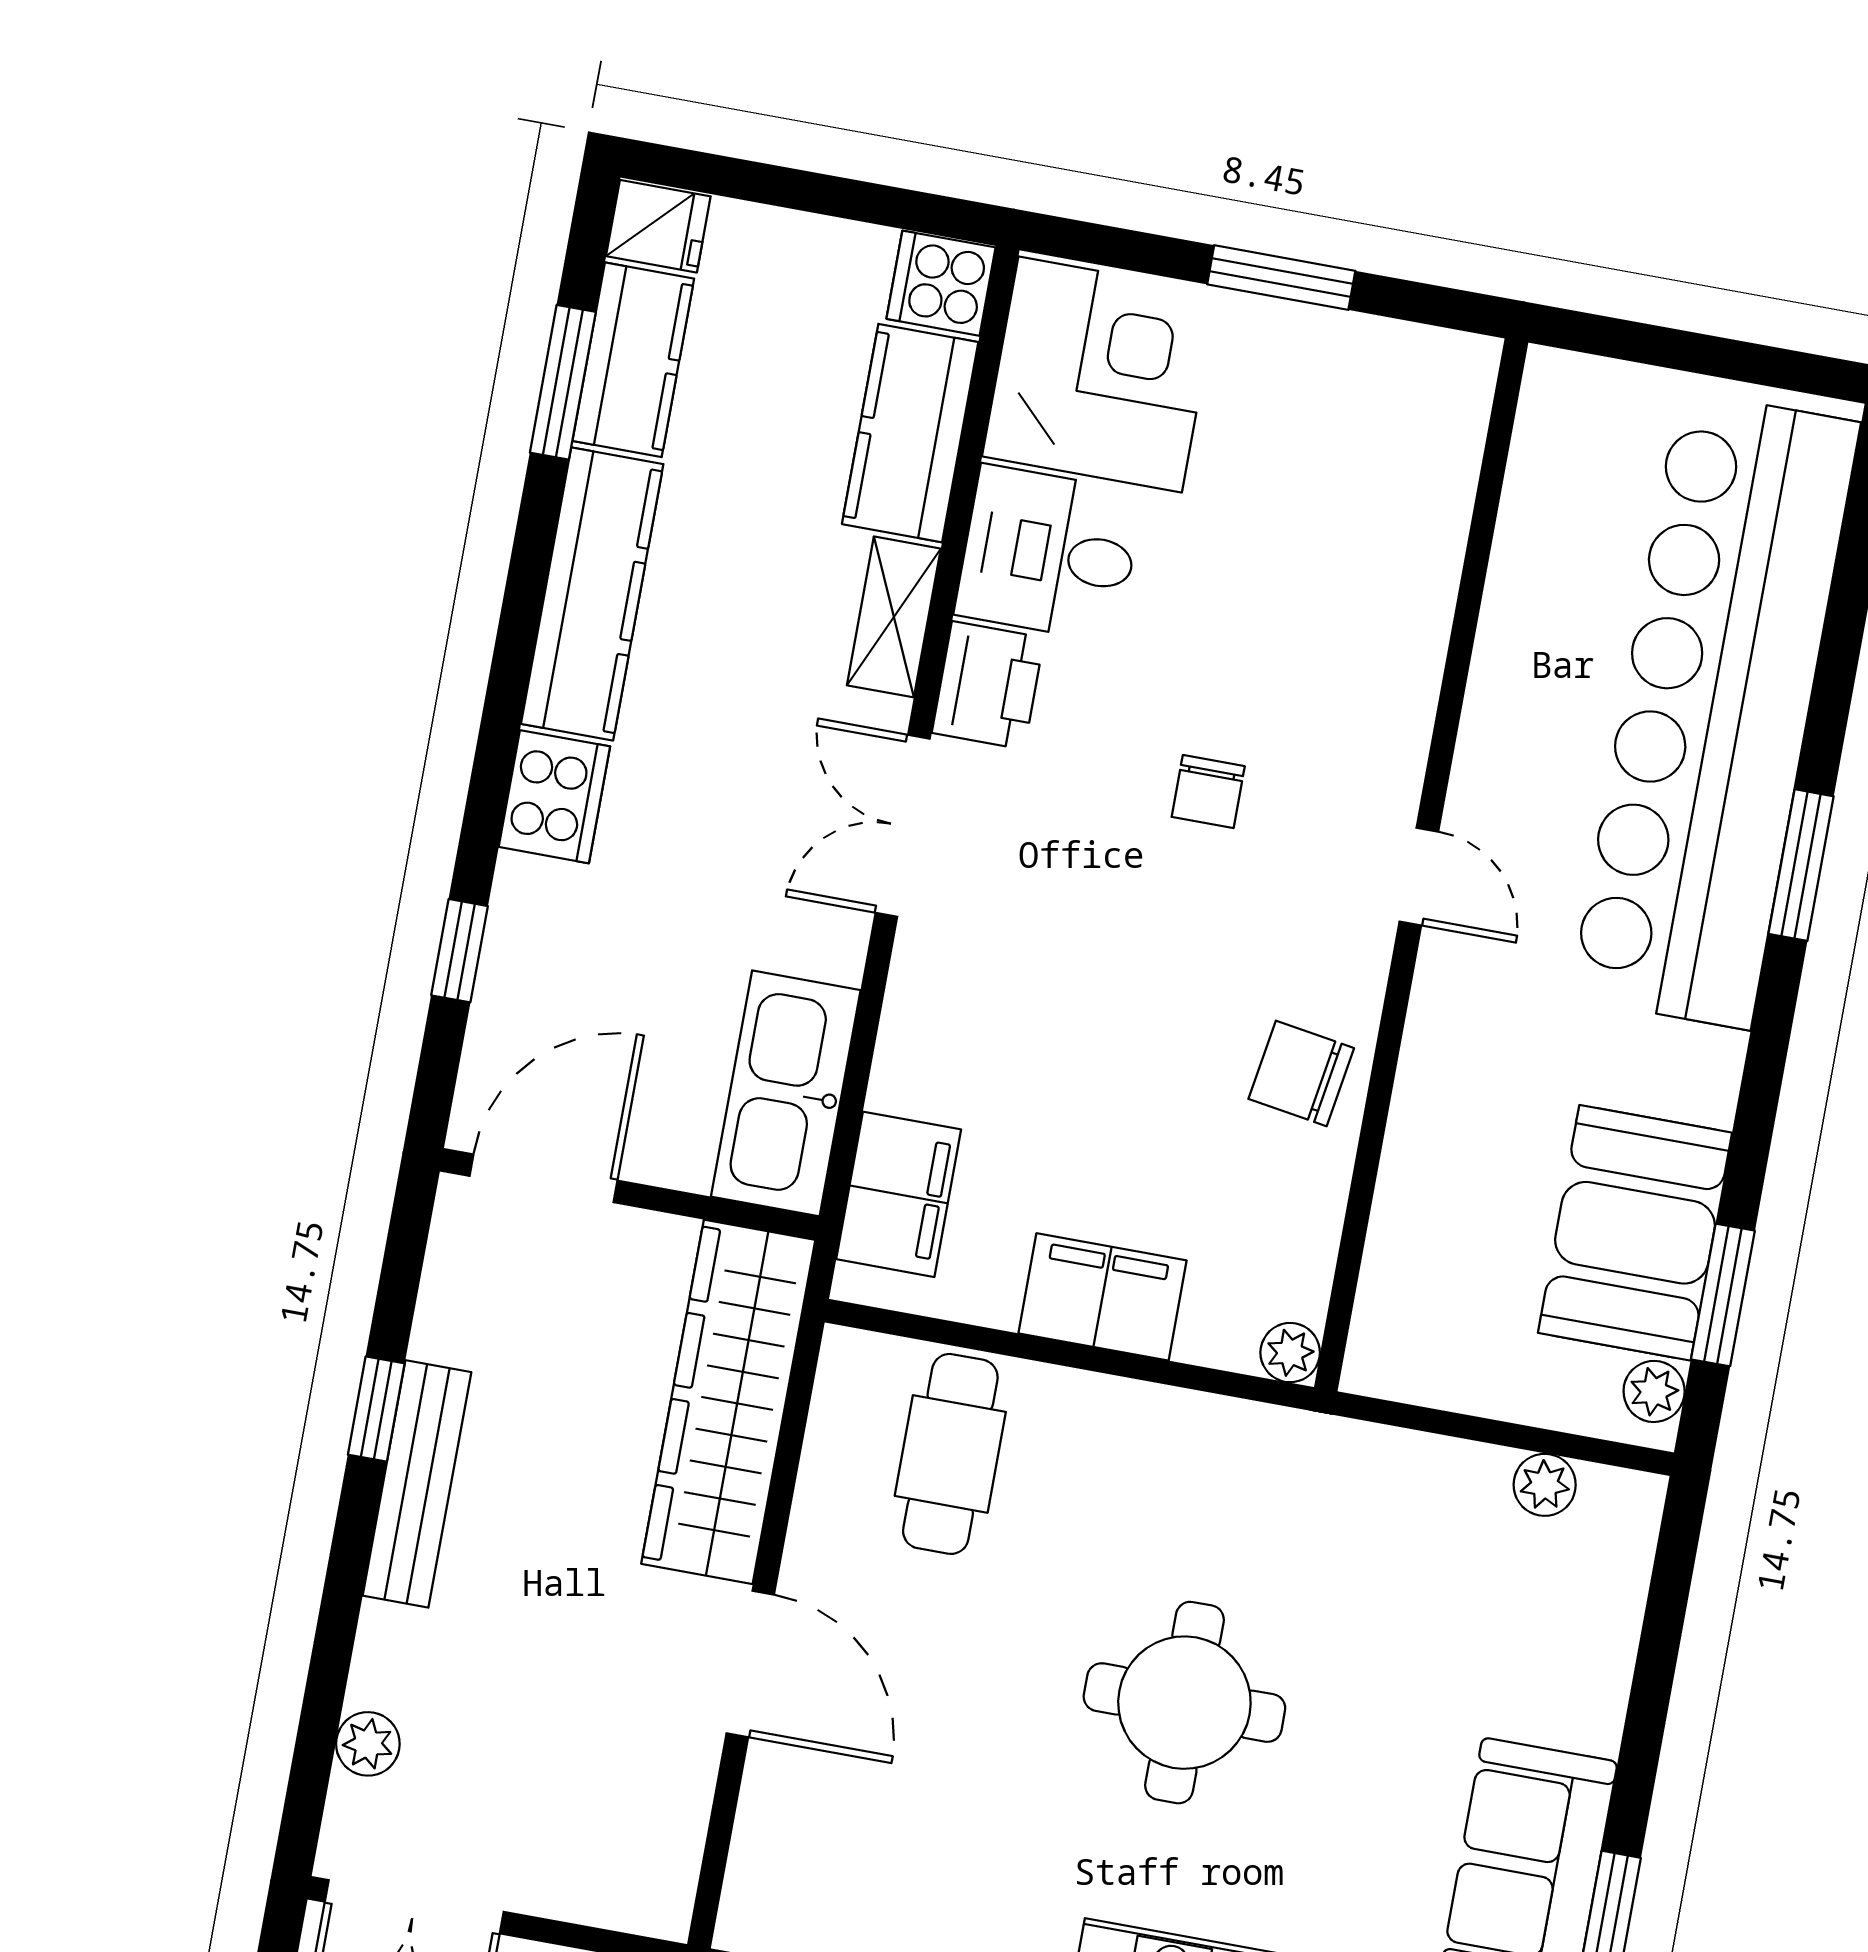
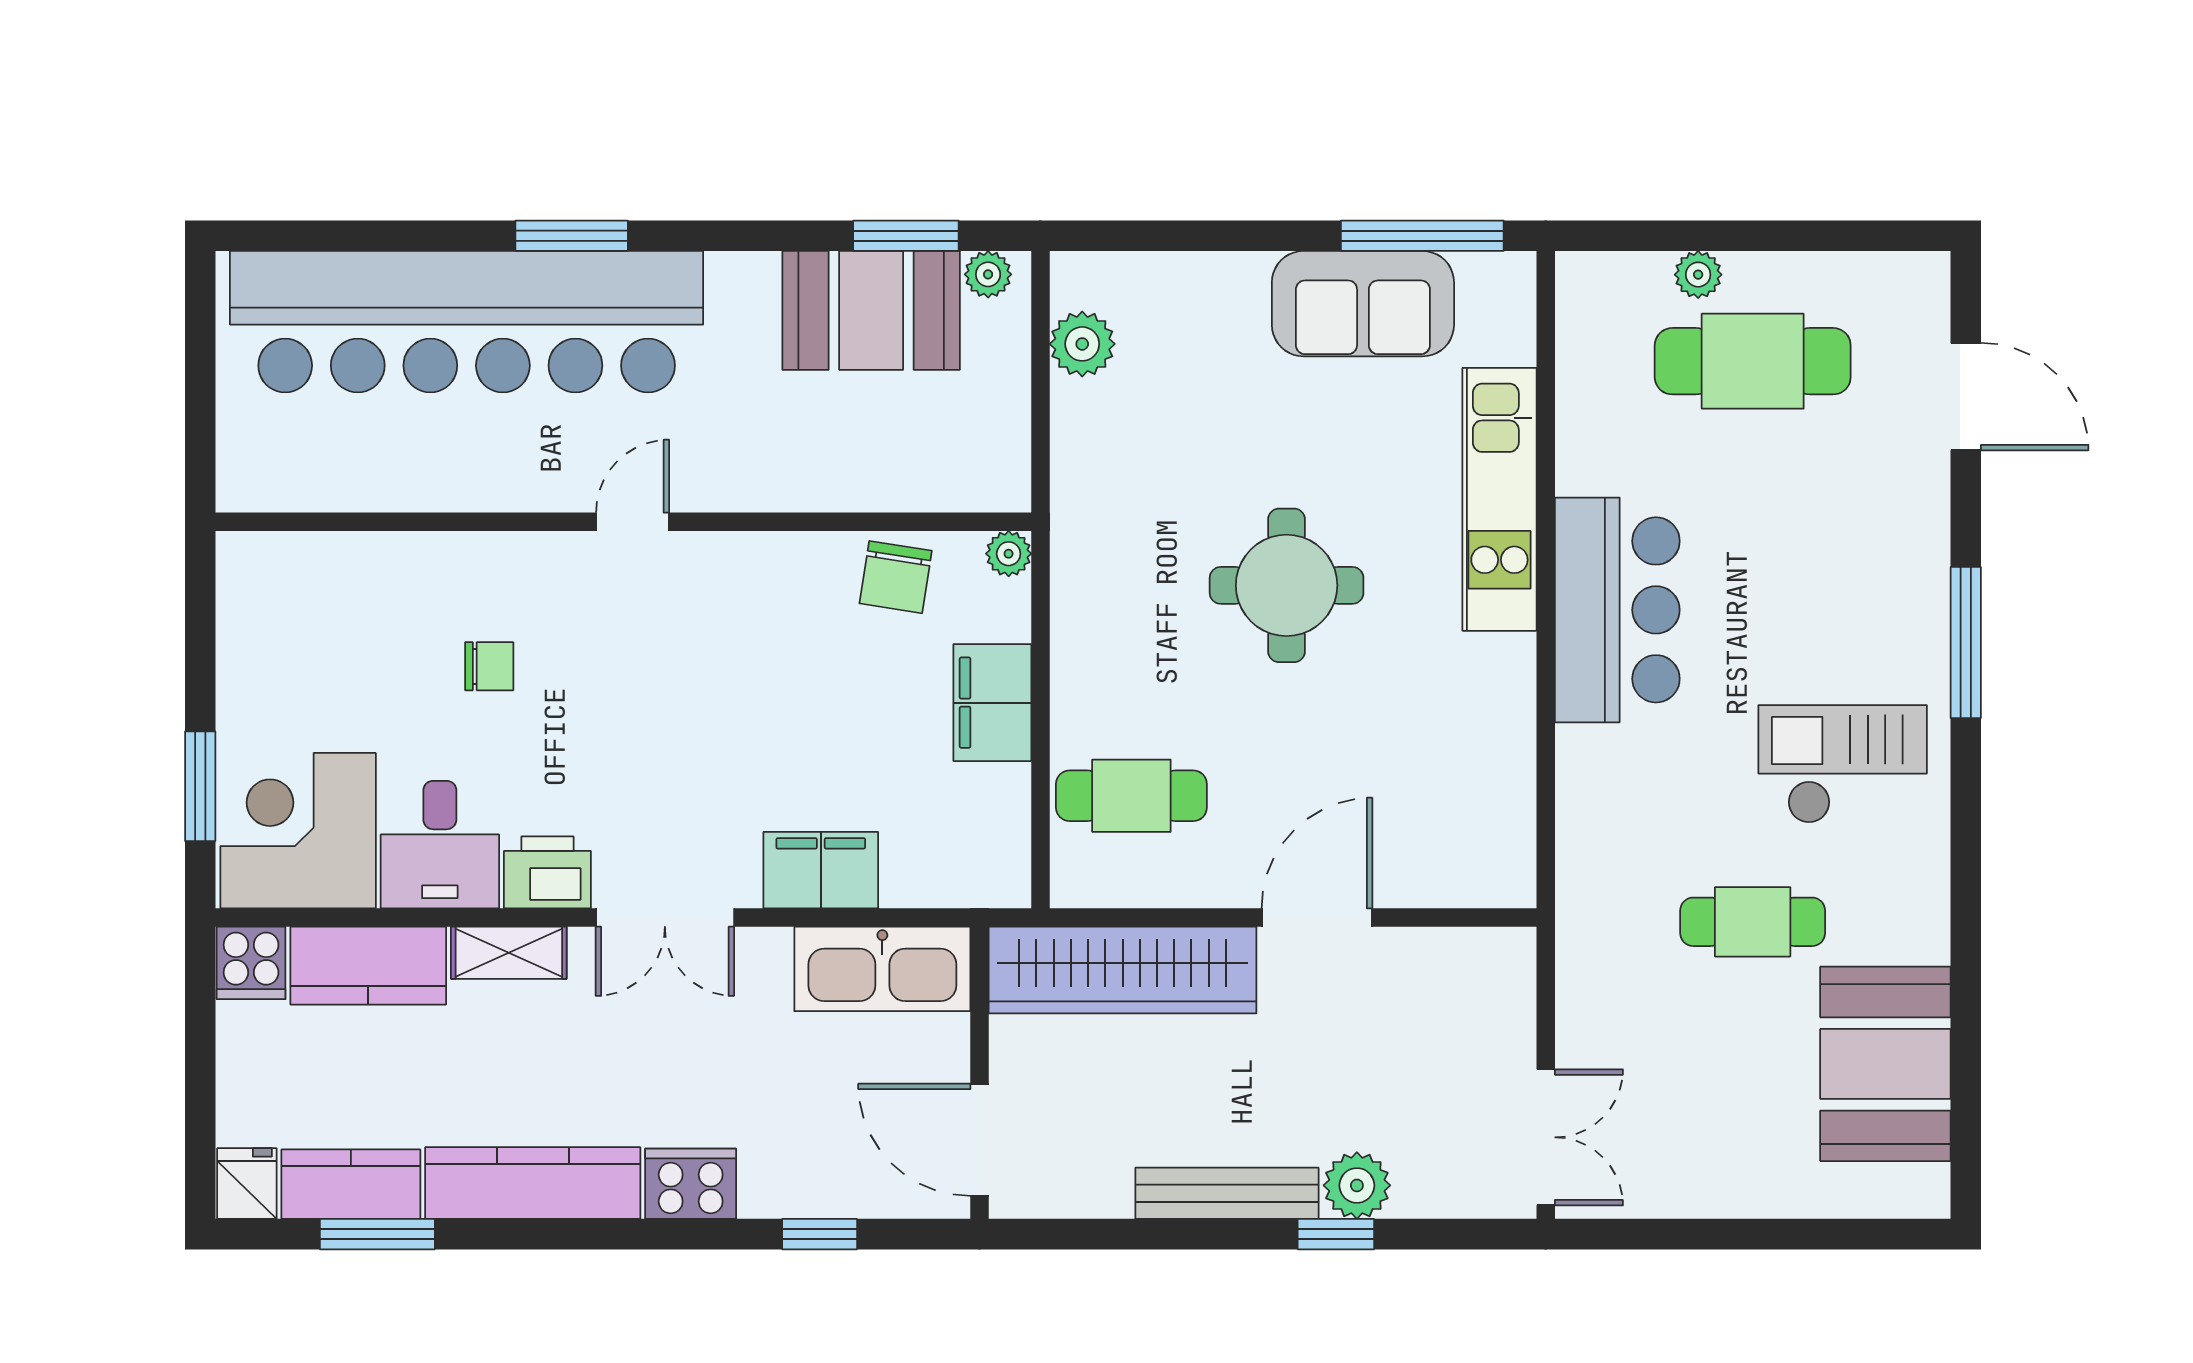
window: (1281, 278) -> (200, 786), moved
chair: (1208, 792) -> (489, 666), moved
chair: (1301, 1073) -> (896, 577), moved
filing cabinet: (899, 1194) -> (821, 870), moved
window: (376, 1409) -> (1336, 1234), moved
plant: (1545, 1485) -> (1082, 344), width x1.38, depth x1.38
plant: (368, 1744) -> (1357, 1185), moved, width x1.38, depth x1.38

